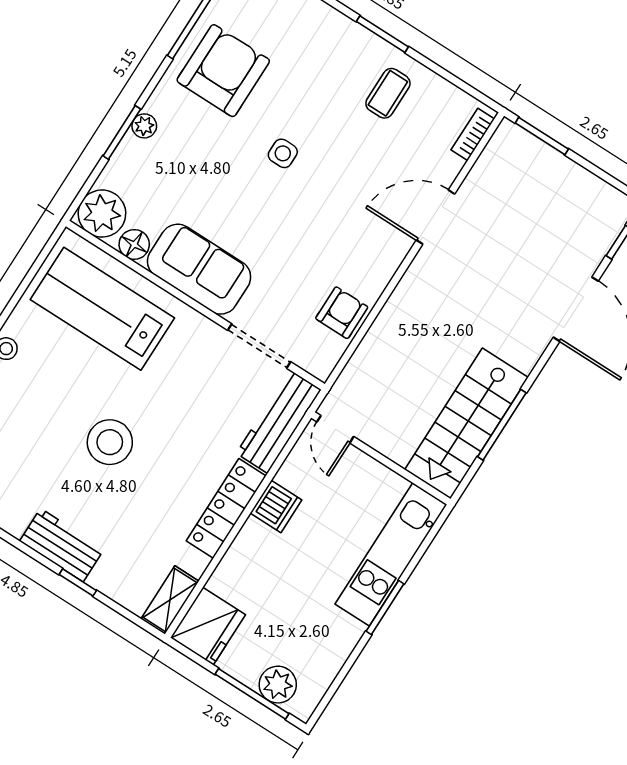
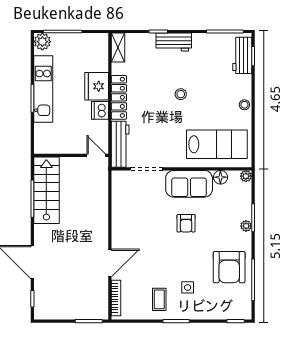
bookcase: (473, 134) -> (116, 298), width x1.56
side table: (283, 153) -> (188, 287), moved
plant: (102, 214) -> (246, 176), width x0.53, depth x0.53
armchair: (342, 313) -> (186, 223), moved
stool: (110, 442) -> (181, 94), width x0.53, depth x0.53
kitchen unit: (391, 554) -> (43, 89), moved
fridge: (208, 626) -> (97, 86), moved
plant: (278, 685) -> (42, 42), moved

